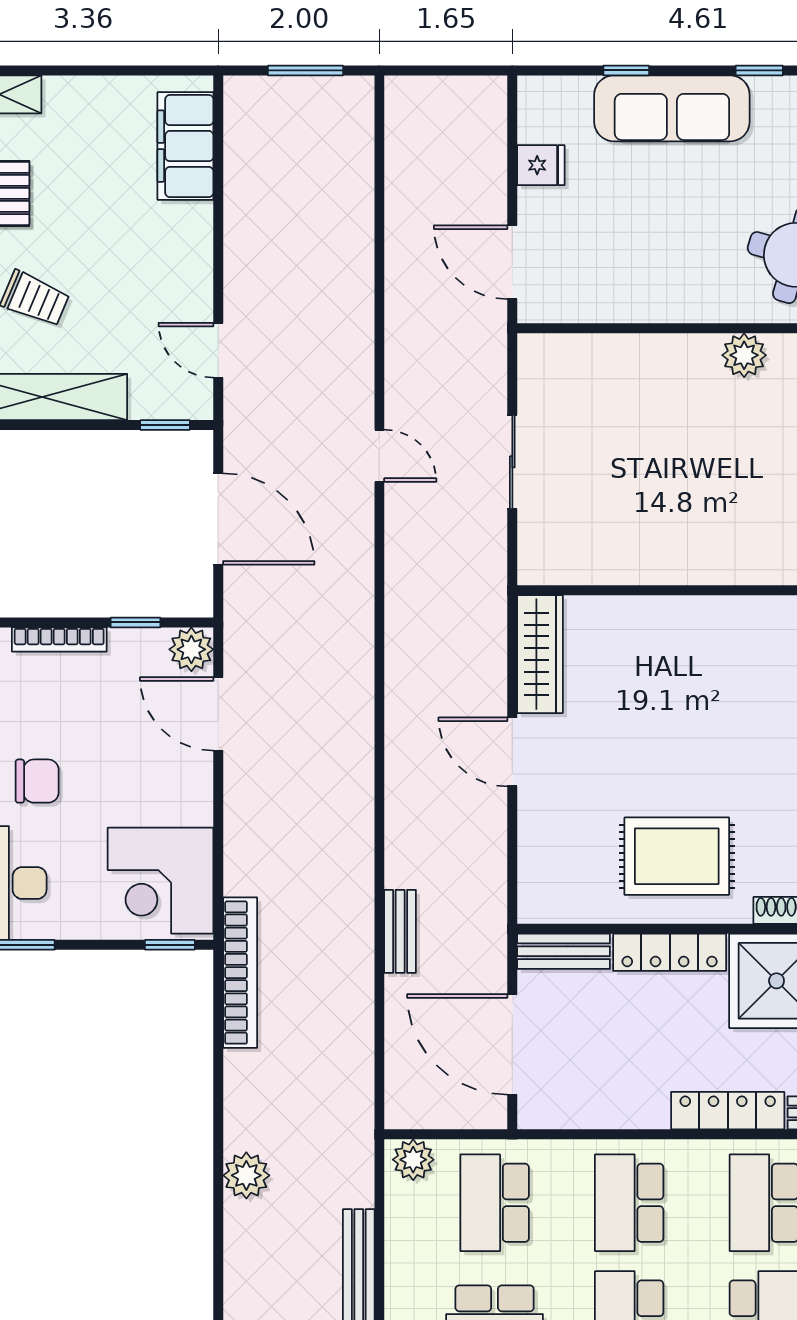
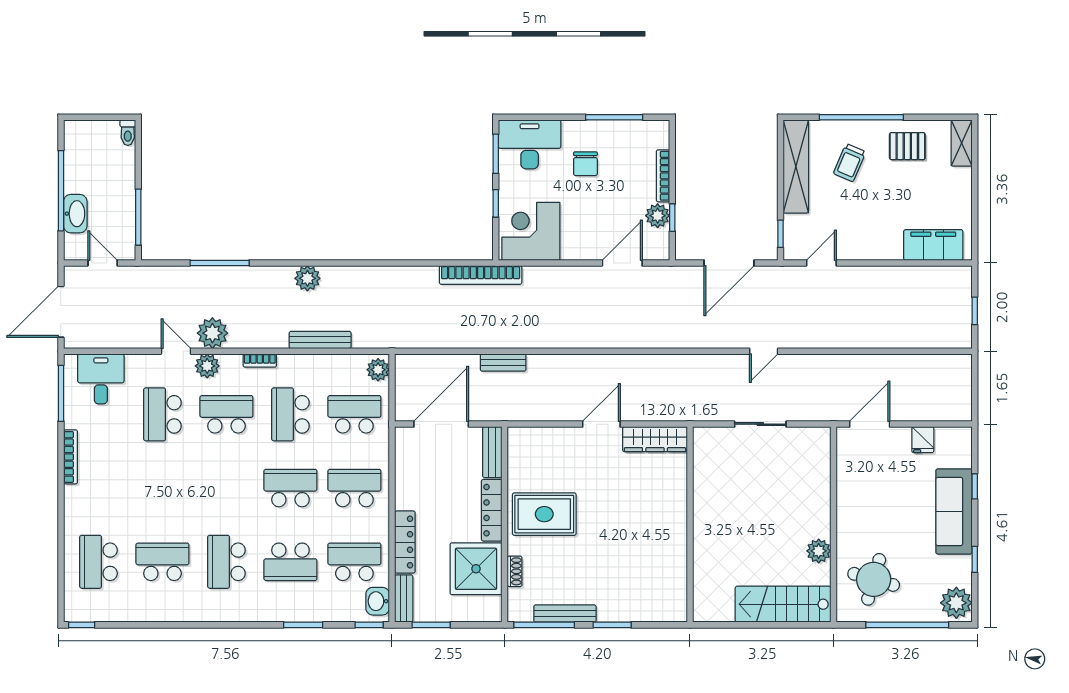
window: (306, 70) -> (975, 311), width x0.67
plant: (191, 649) -> (658, 216), moved
rug: (677, 856) -> (544, 514), turned 90
window: (170, 945) -> (496, 203), moved
plant: (246, 1175) -> (307, 278), moved

